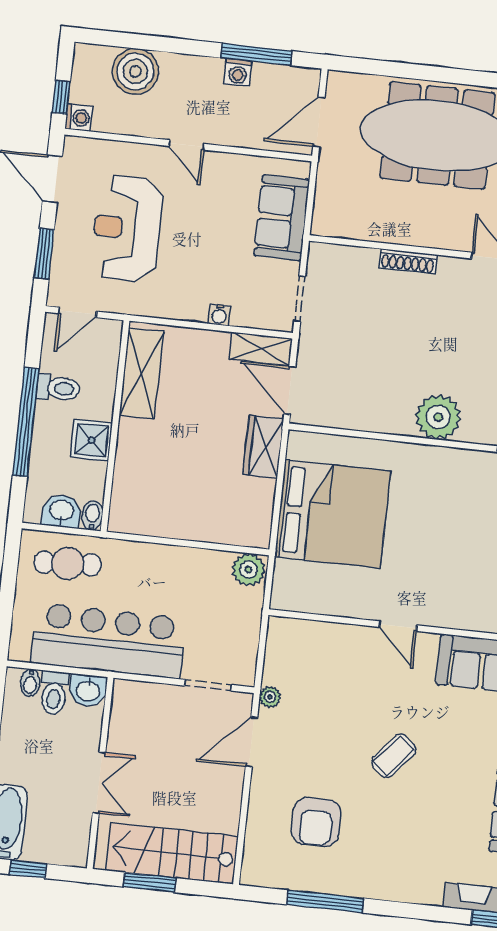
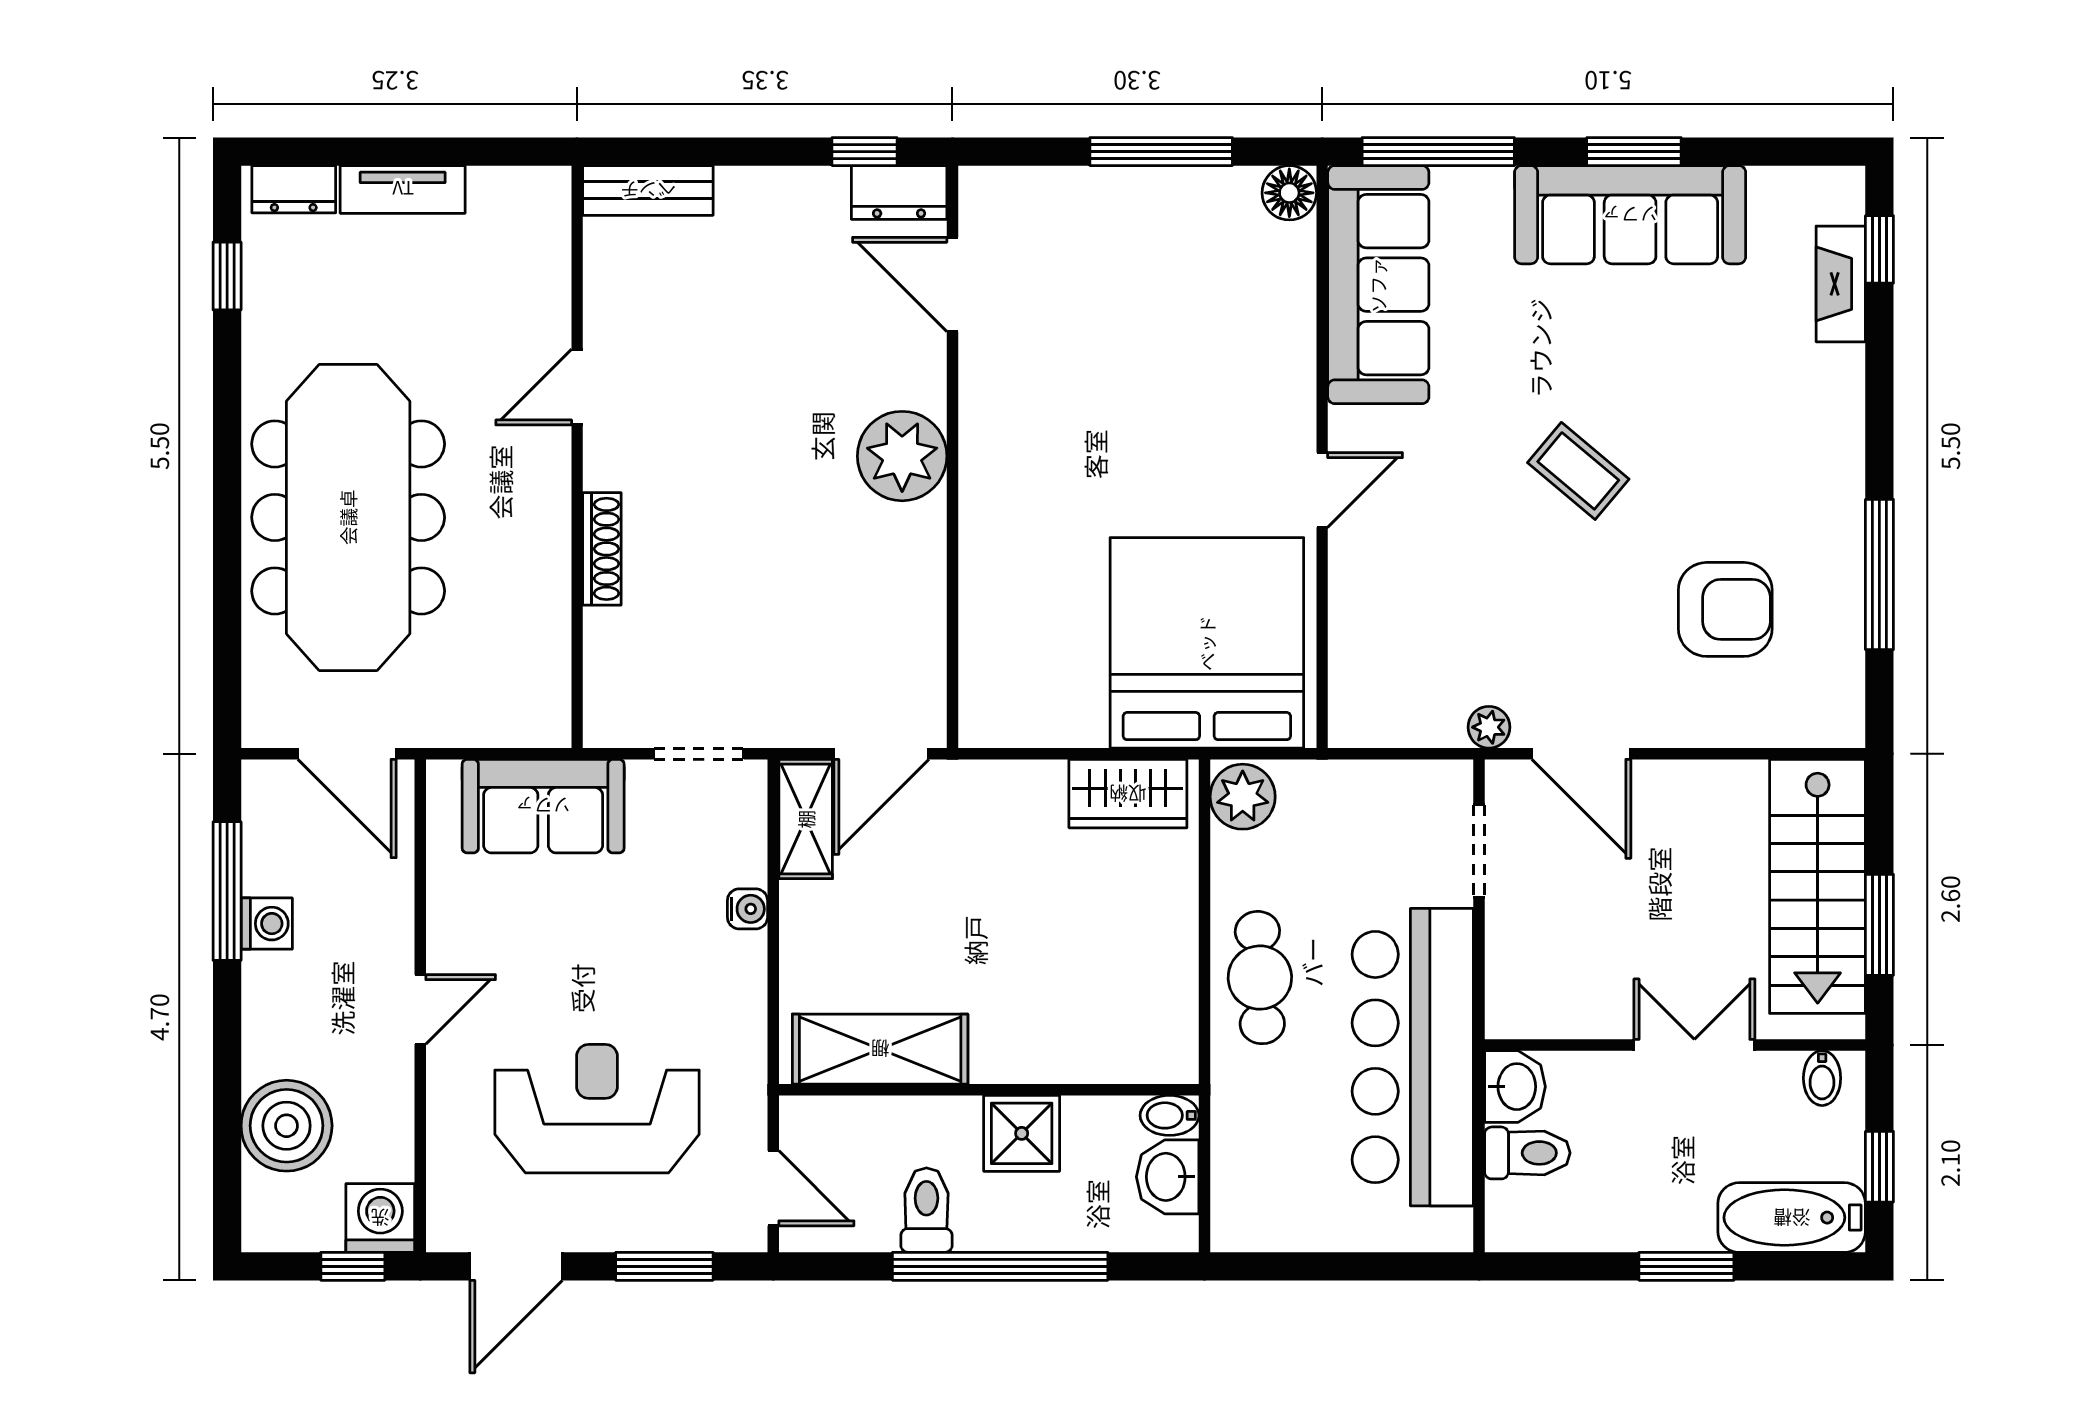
washing machine: (79, 118) -> (380, 1218), width x1.38, depth x1.38
reception desk: (127, 228) -> (597, 1109), turned 180
wardrobe: (263, 447) -> (1128, 794), moved
bed: (333, 514) -> (1207, 643), moved
cafe table: (68, 563) -> (1260, 978), moved
bidet: (30, 683) -> (1822, 1078), moved, turned 90

